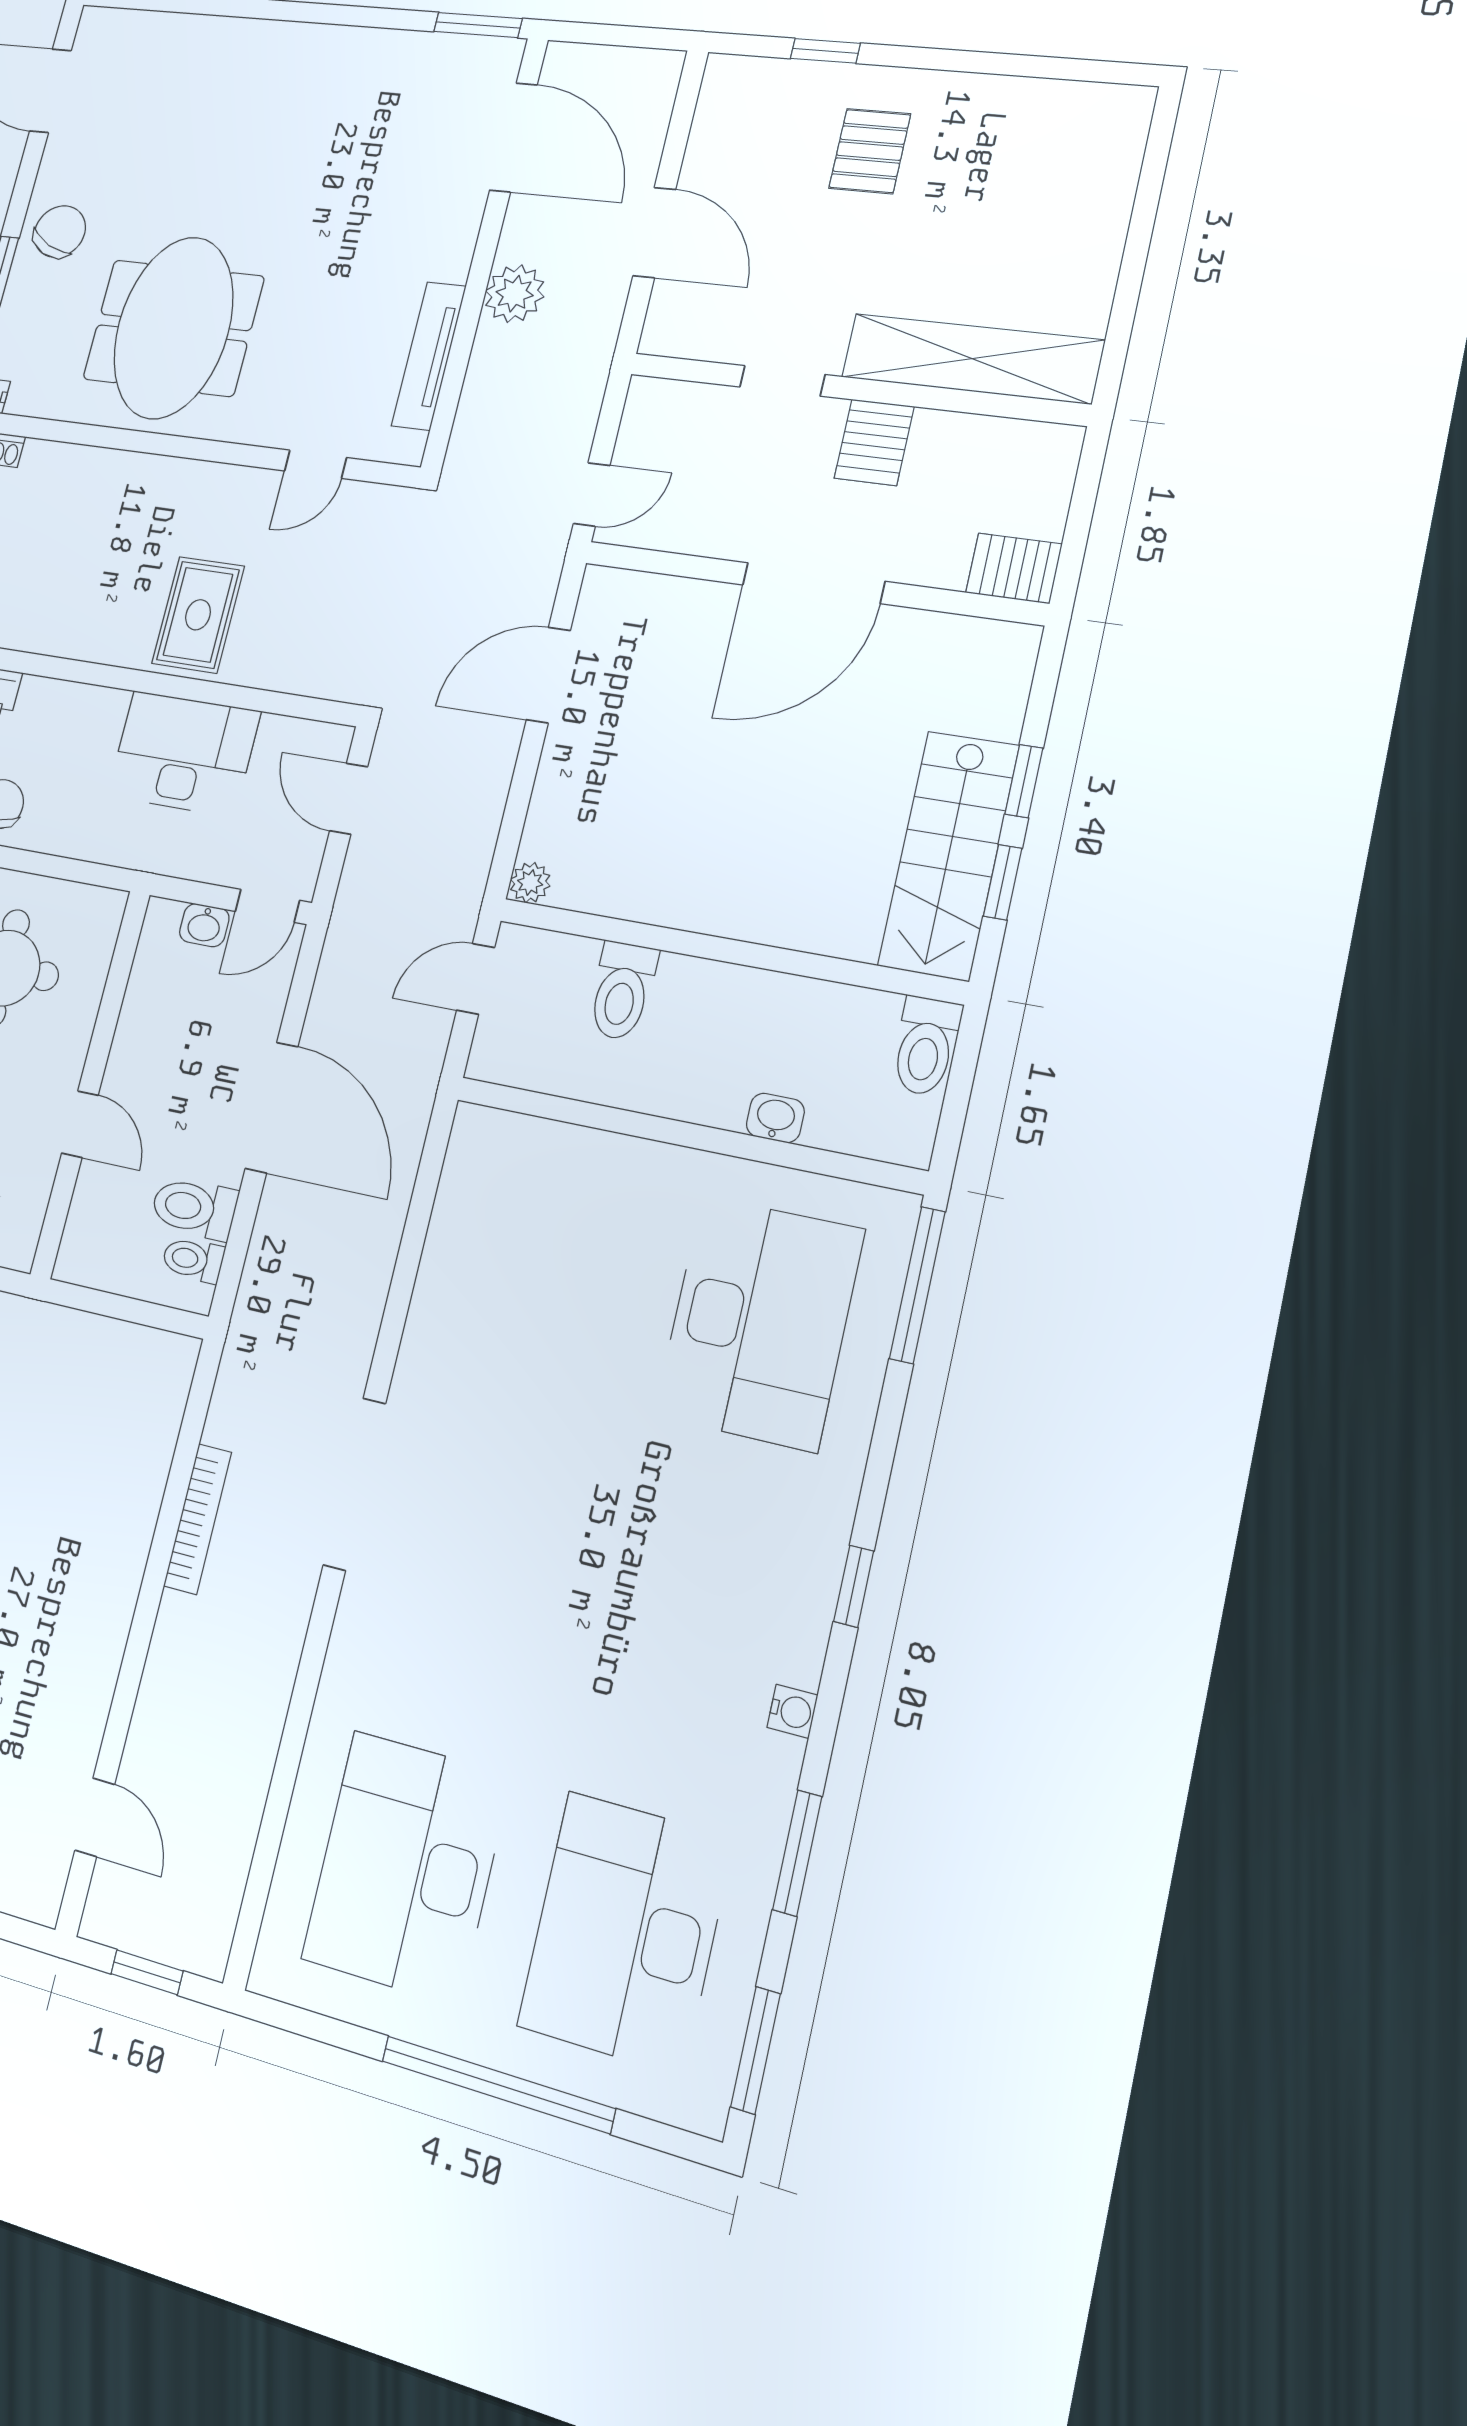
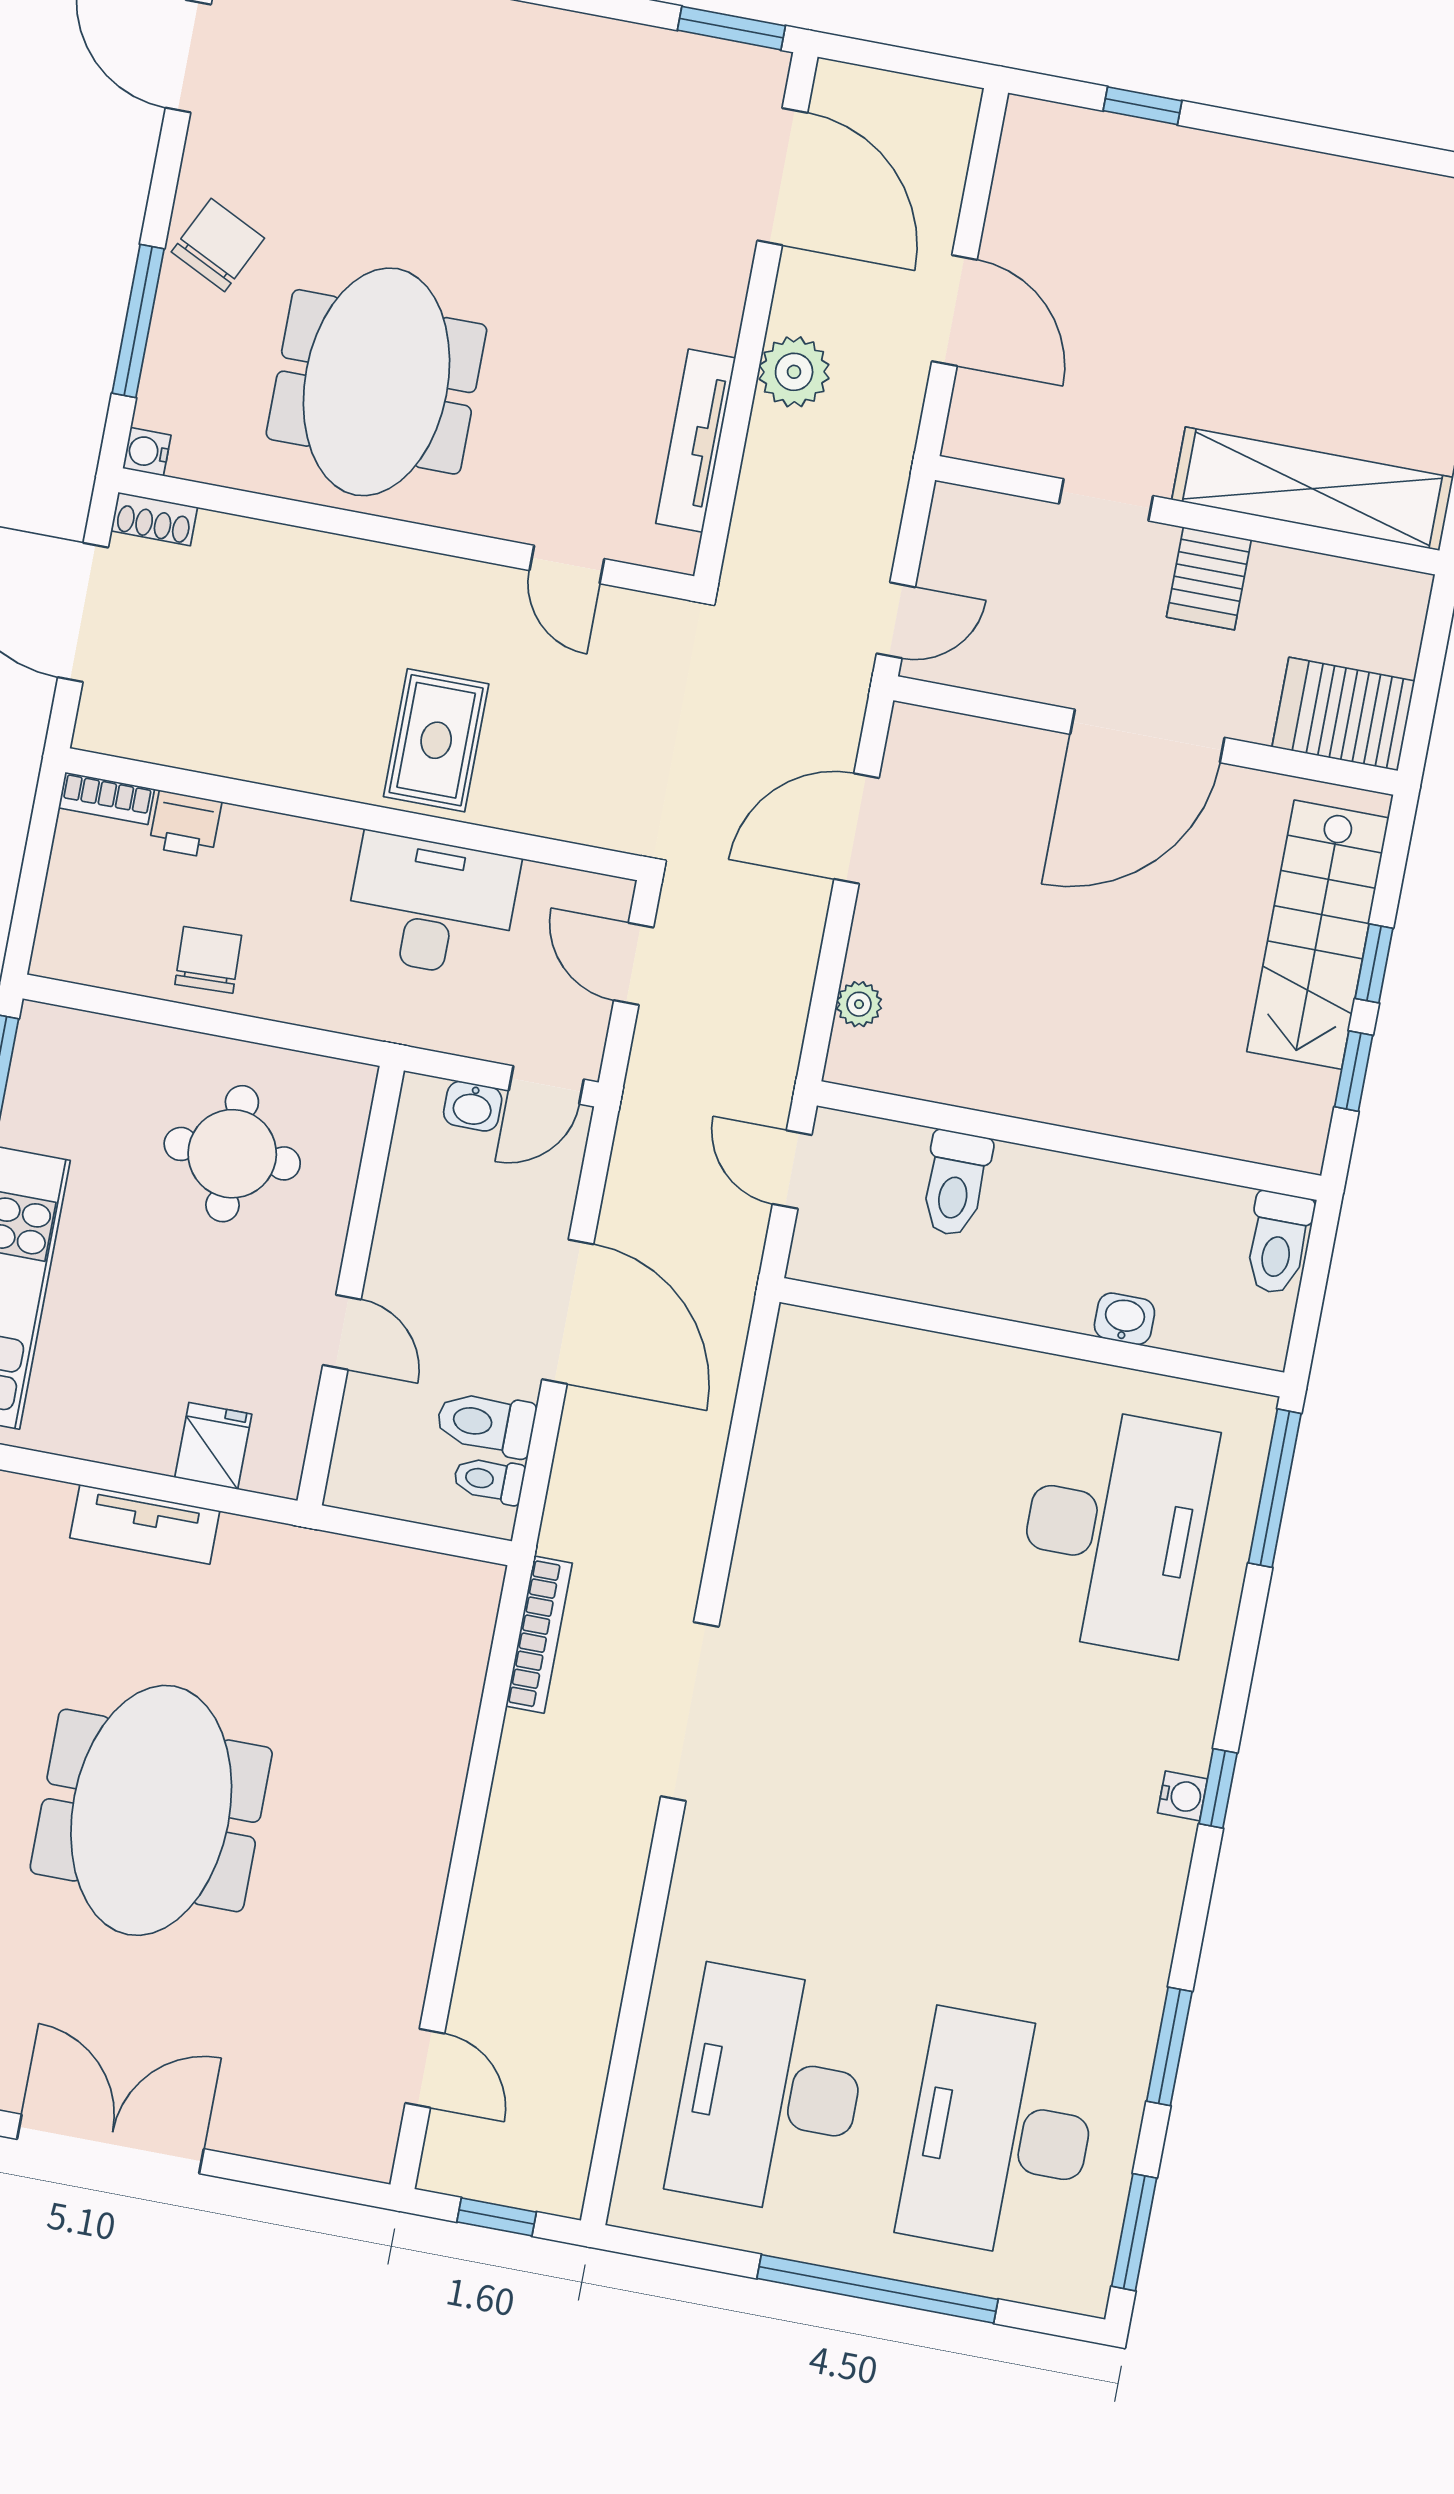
pallet: (870, 151) -> (1196, 234), removed
door: (316, 464) -> (567, 565), hinge flipped
server rack: (1014, 568) -> (1343, 714), width x1.36, depth x1.44
stairs: (949, 855) -> (1318, 935), moved
plant: (530, 883) -> (859, 1004), moved
door: (476, 979) -> (792, 1169), hinge flipped
bookcase: (198, 1519) -> (539, 1635), moved
water cooler: (792, 1711) -> (1182, 1796), moved

